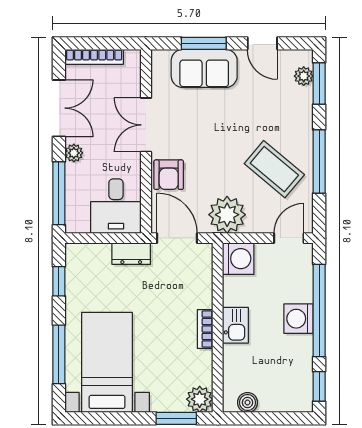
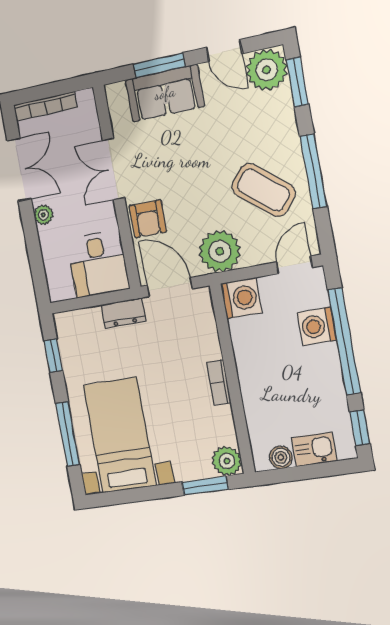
plant: (304, 76) -> (267, 70), width x1.87, depth x1.87
window: (59, 193) -> (36, 261), removed
washing machine: (299, 319) -> (317, 326), moved
kitchen sink: (235, 325) -> (314, 449), moved, turned -90

